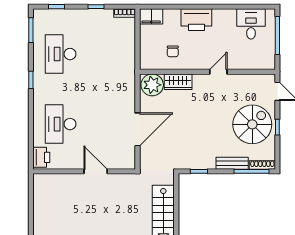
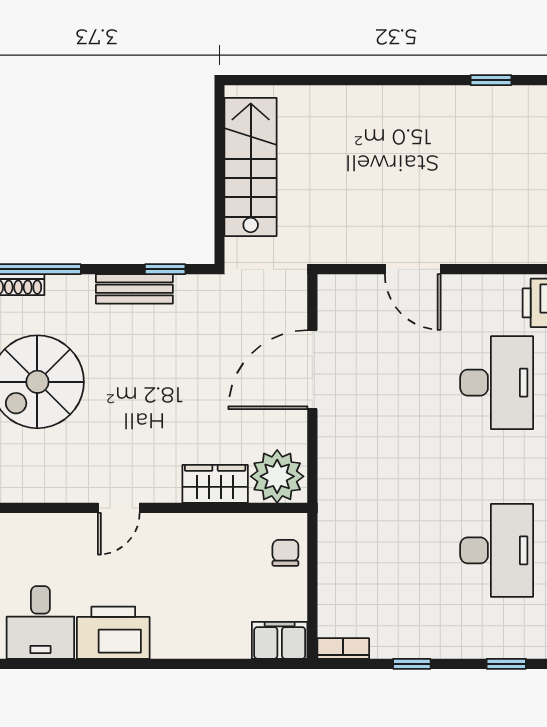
printer: (196, 20) -> (113, 633), moved
chair: (173, 51) -> (285, 553), moved
bench: (232, 163) -> (134, 289), moved

